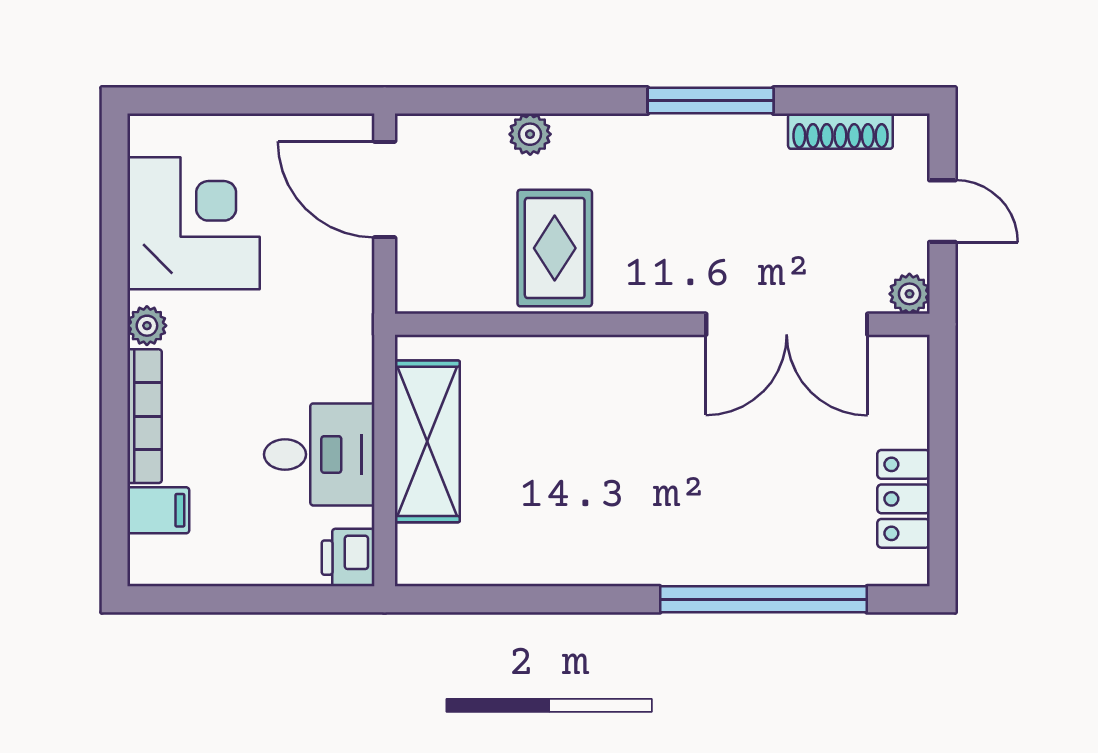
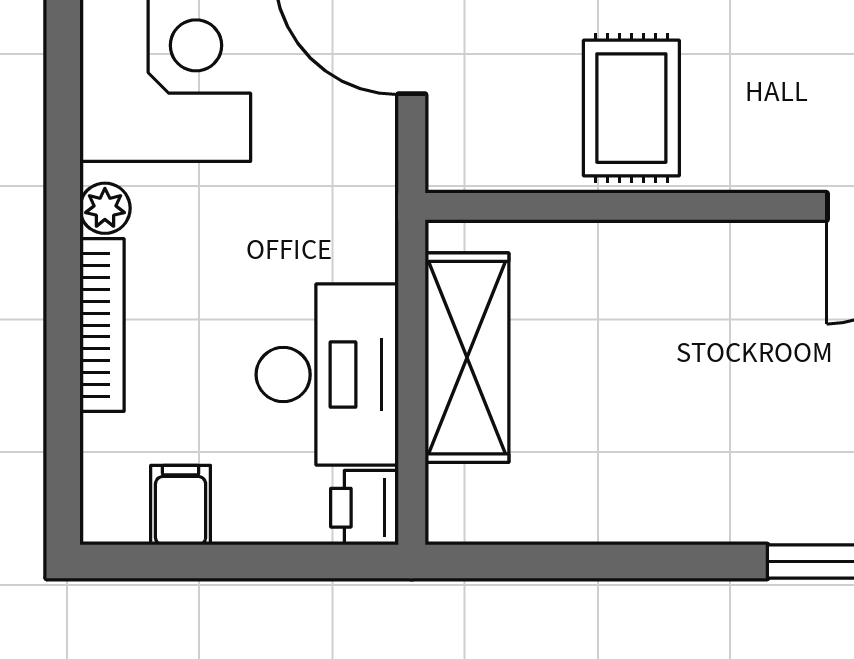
desk: (319, 454) -> (327, 375), width x1.37
filing cabinet: (158, 510) -> (181, 505), moved, turned -90

